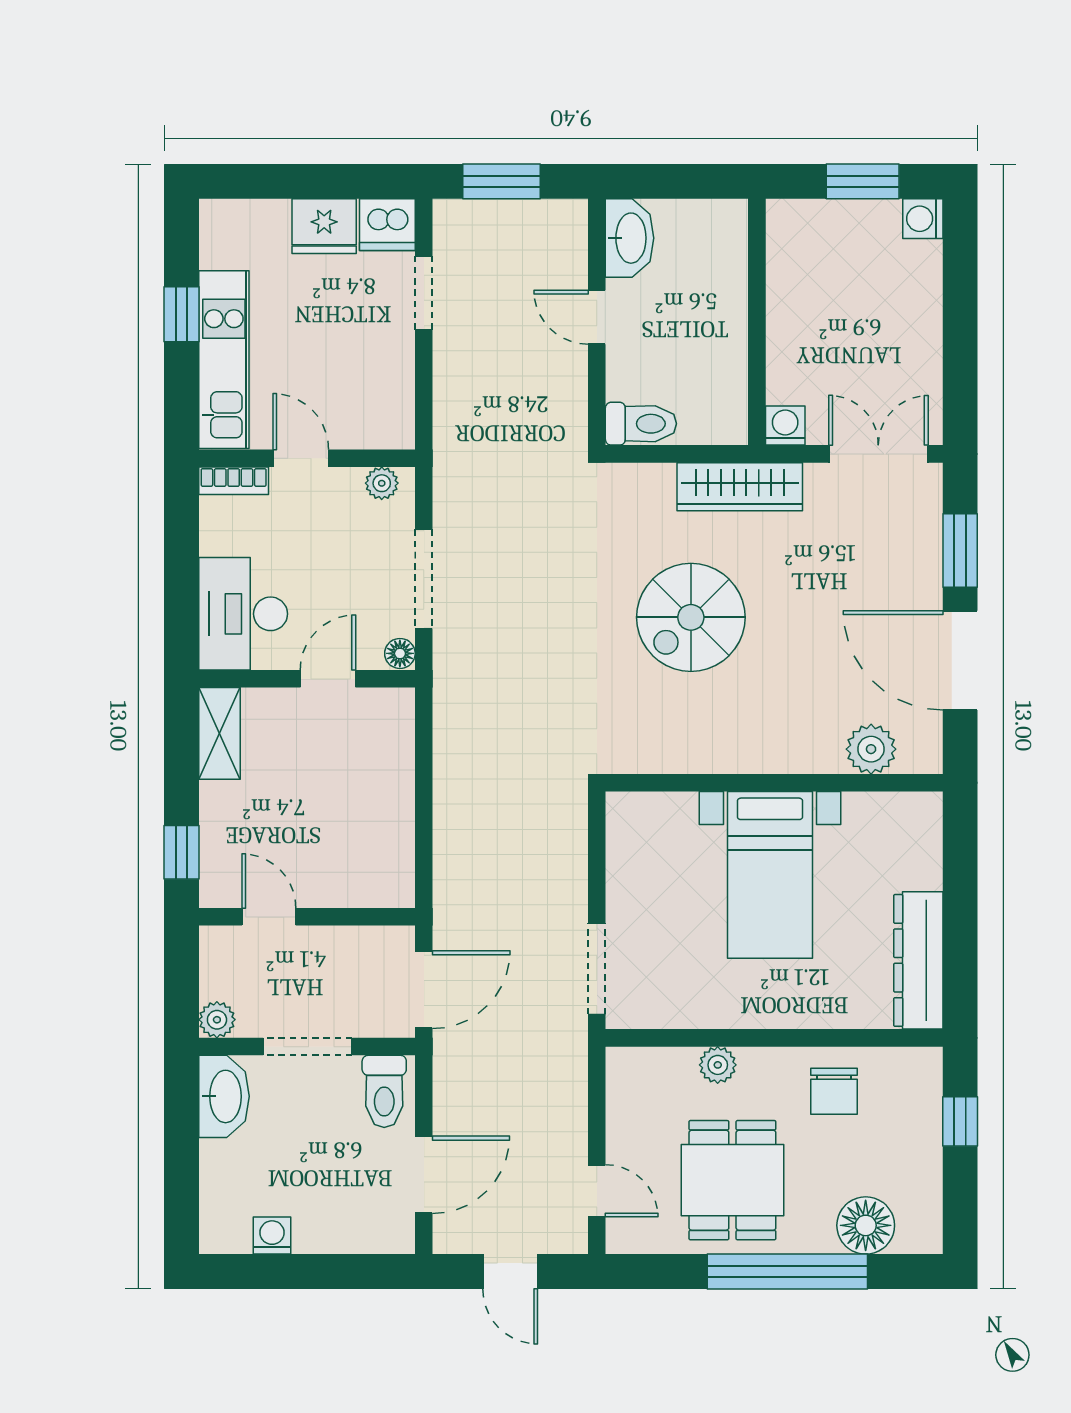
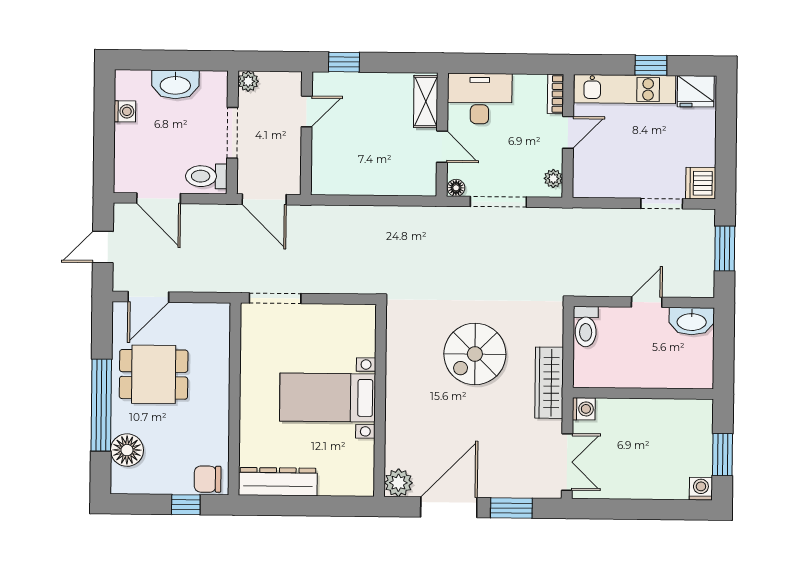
fridge: (324, 226) -> (696, 91), moved, turned -90
spiral stairs: (691, 617) -> (475, 354), turned -90
shelving: (220, 733) -> (426, 102), moved, turned 90
plant: (871, 749) -> (398, 483), moved
plant: (718, 1065) -> (219, 367), removed
chair: (834, 1091) -> (208, 479), moved
washbasin: (224, 1096) -> (175, 85), moved
door: (597, 1191) -> (148, 297), width x1.38

